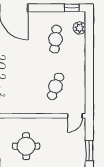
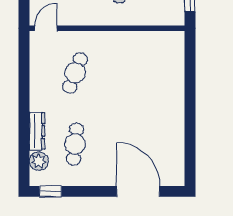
dresser: (81, 48) -> (37, 131), added

